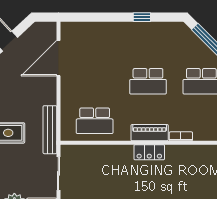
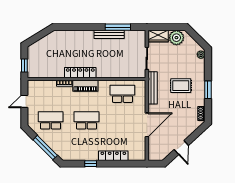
locker: (108, 29) -> (113, 156), added
door: (58, 58) -> (147, 125), moved
locker: (149, 152) -> (80, 73), width x1.53

